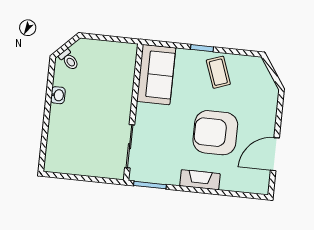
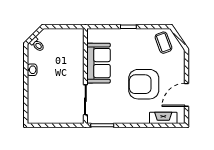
coffee table: (218, 72) -> (163, 43), moved
sofa: (156, 75) -> (99, 63), moved
fireplace: (200, 180) -> (163, 118), moved

